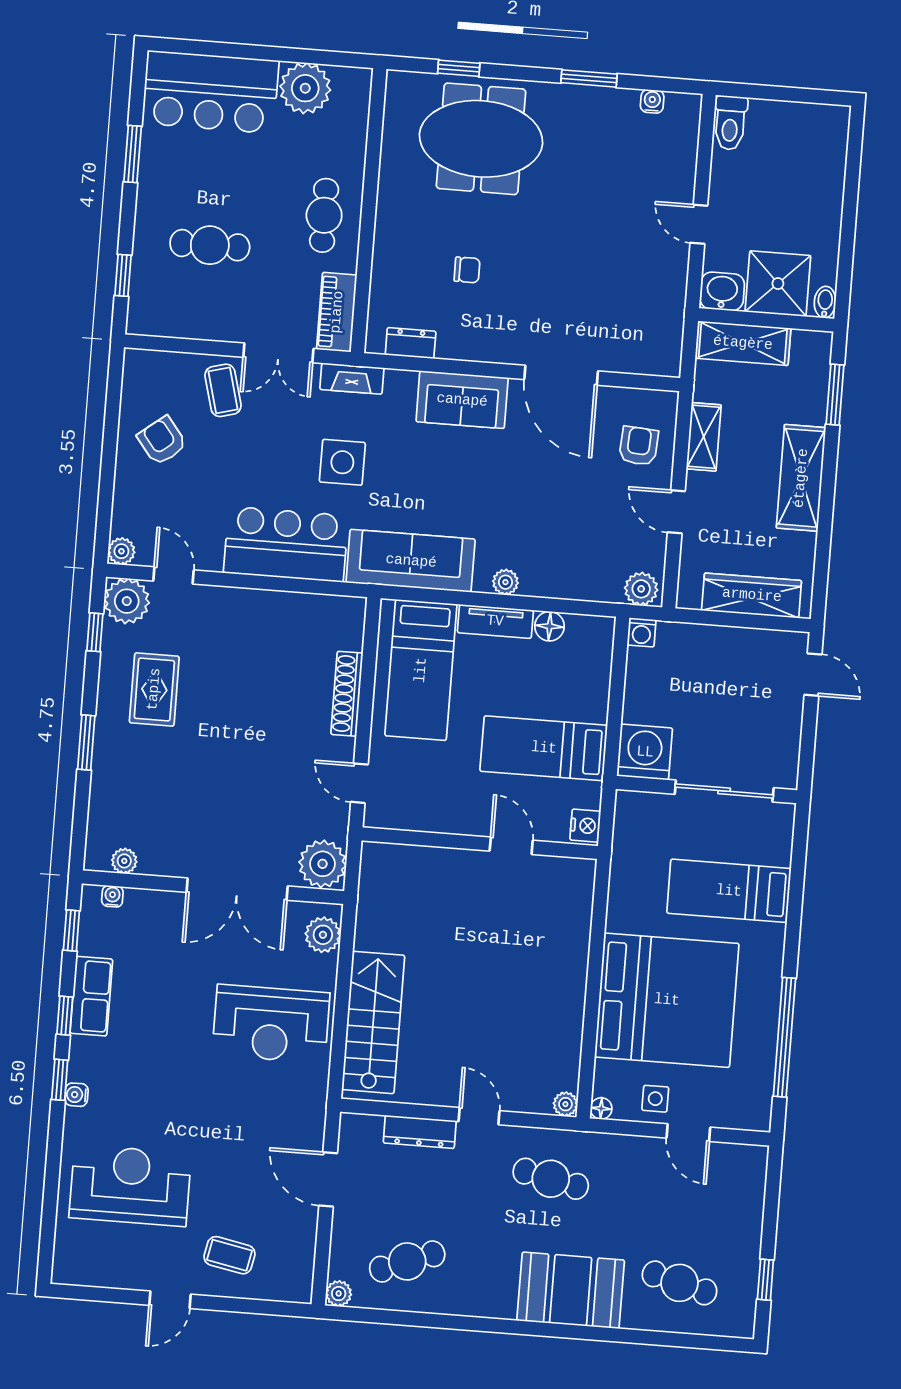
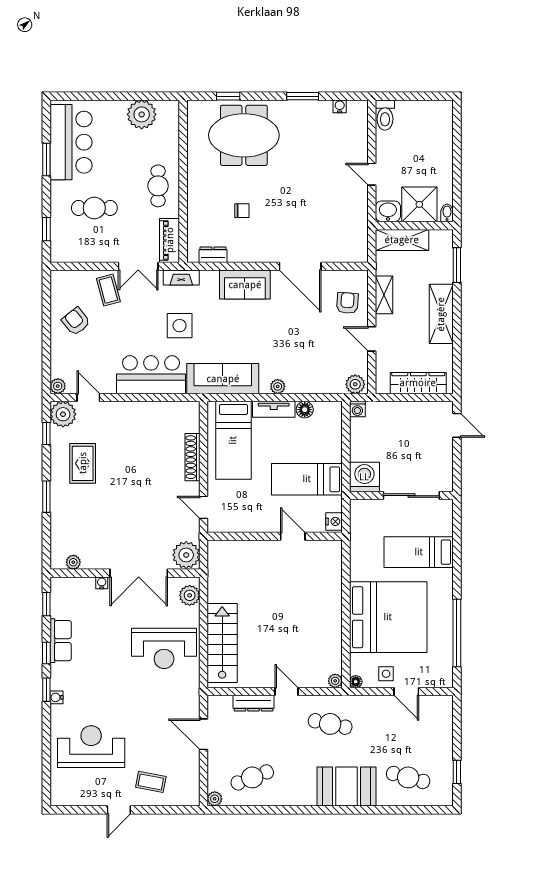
bar counter: (210, 92) -> (71, 142), moved, turned -90
water cooler: (112, 896) -> (102, 583), moved

